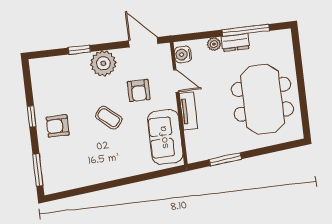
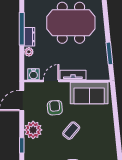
armchair: (139, 91) -> (55, 108), turned -95

